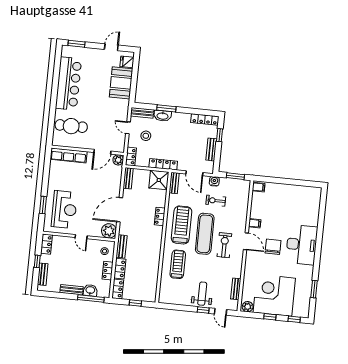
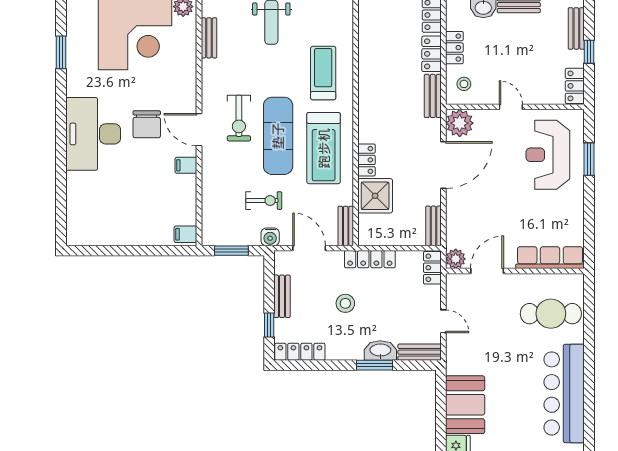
stool: (146, 136) -> (345, 303), moved
shower: (159, 180) -> (375, 196), moved
treadmill: (178, 264) -> (323, 73), turned 180

